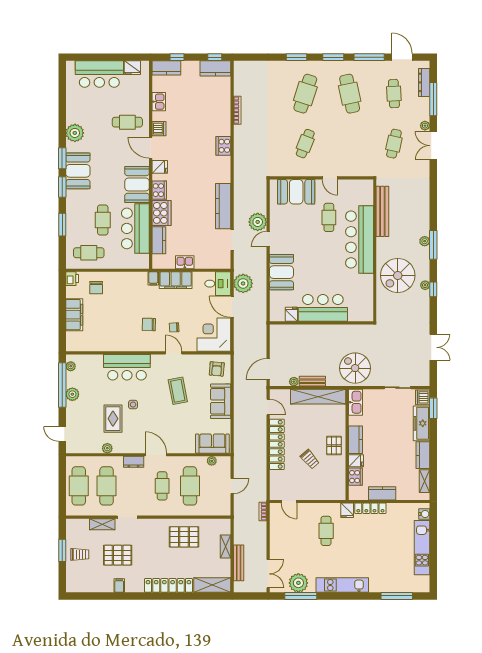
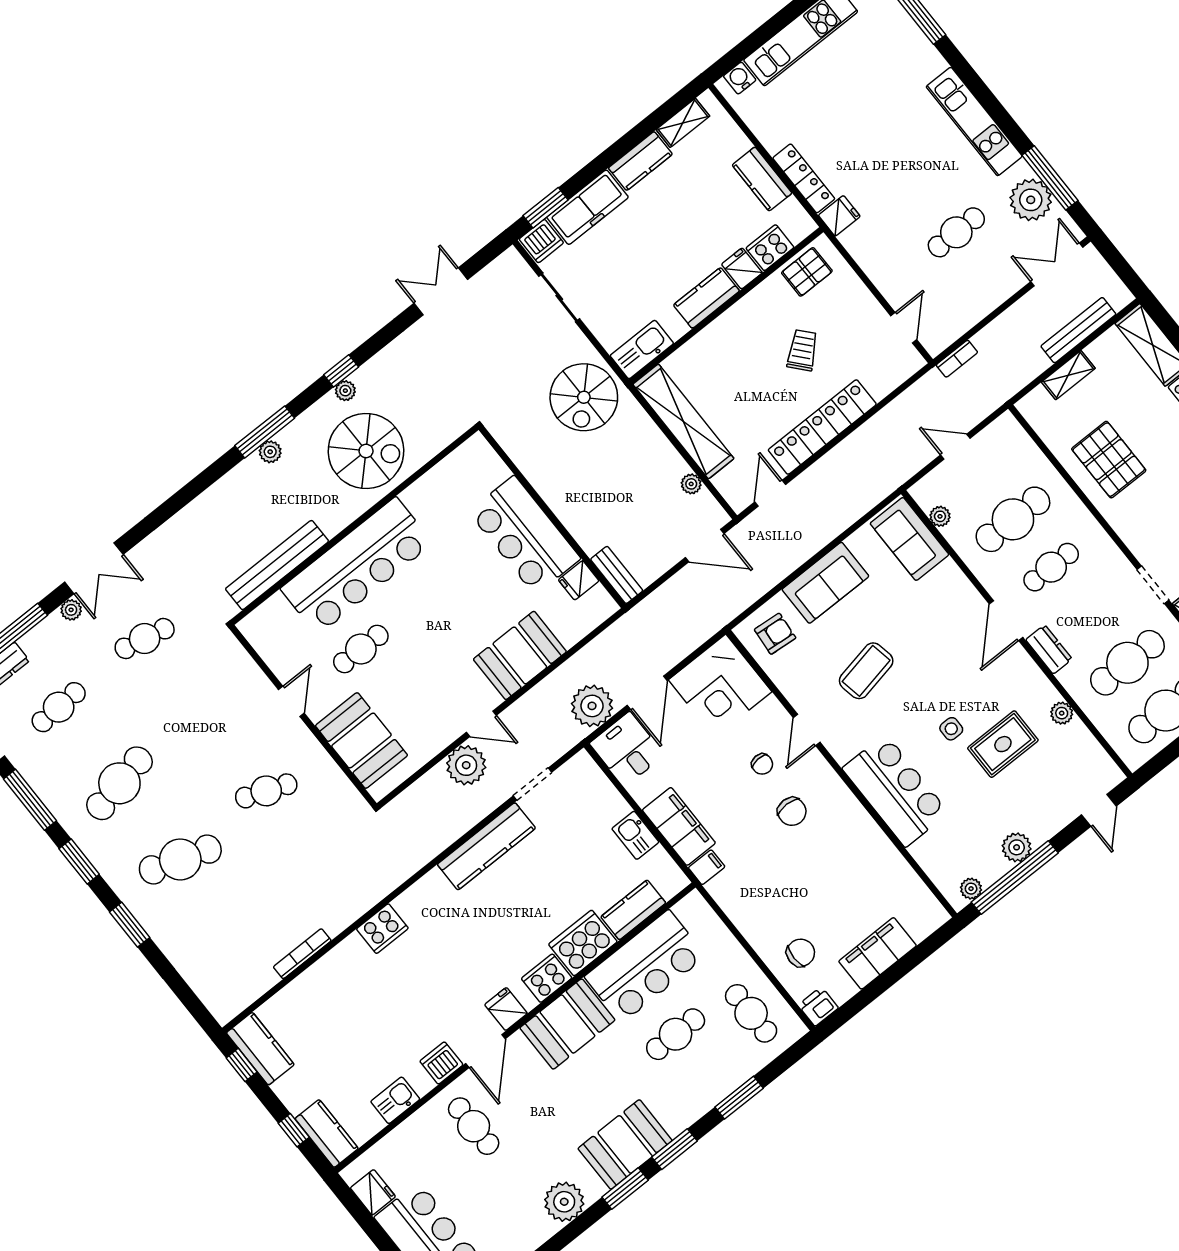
bench: (312, 381) -> (617, 575), moved
pallet: (334, 446) -> (807, 272), moved
cafe table: (326, 531) -> (956, 232), moved

